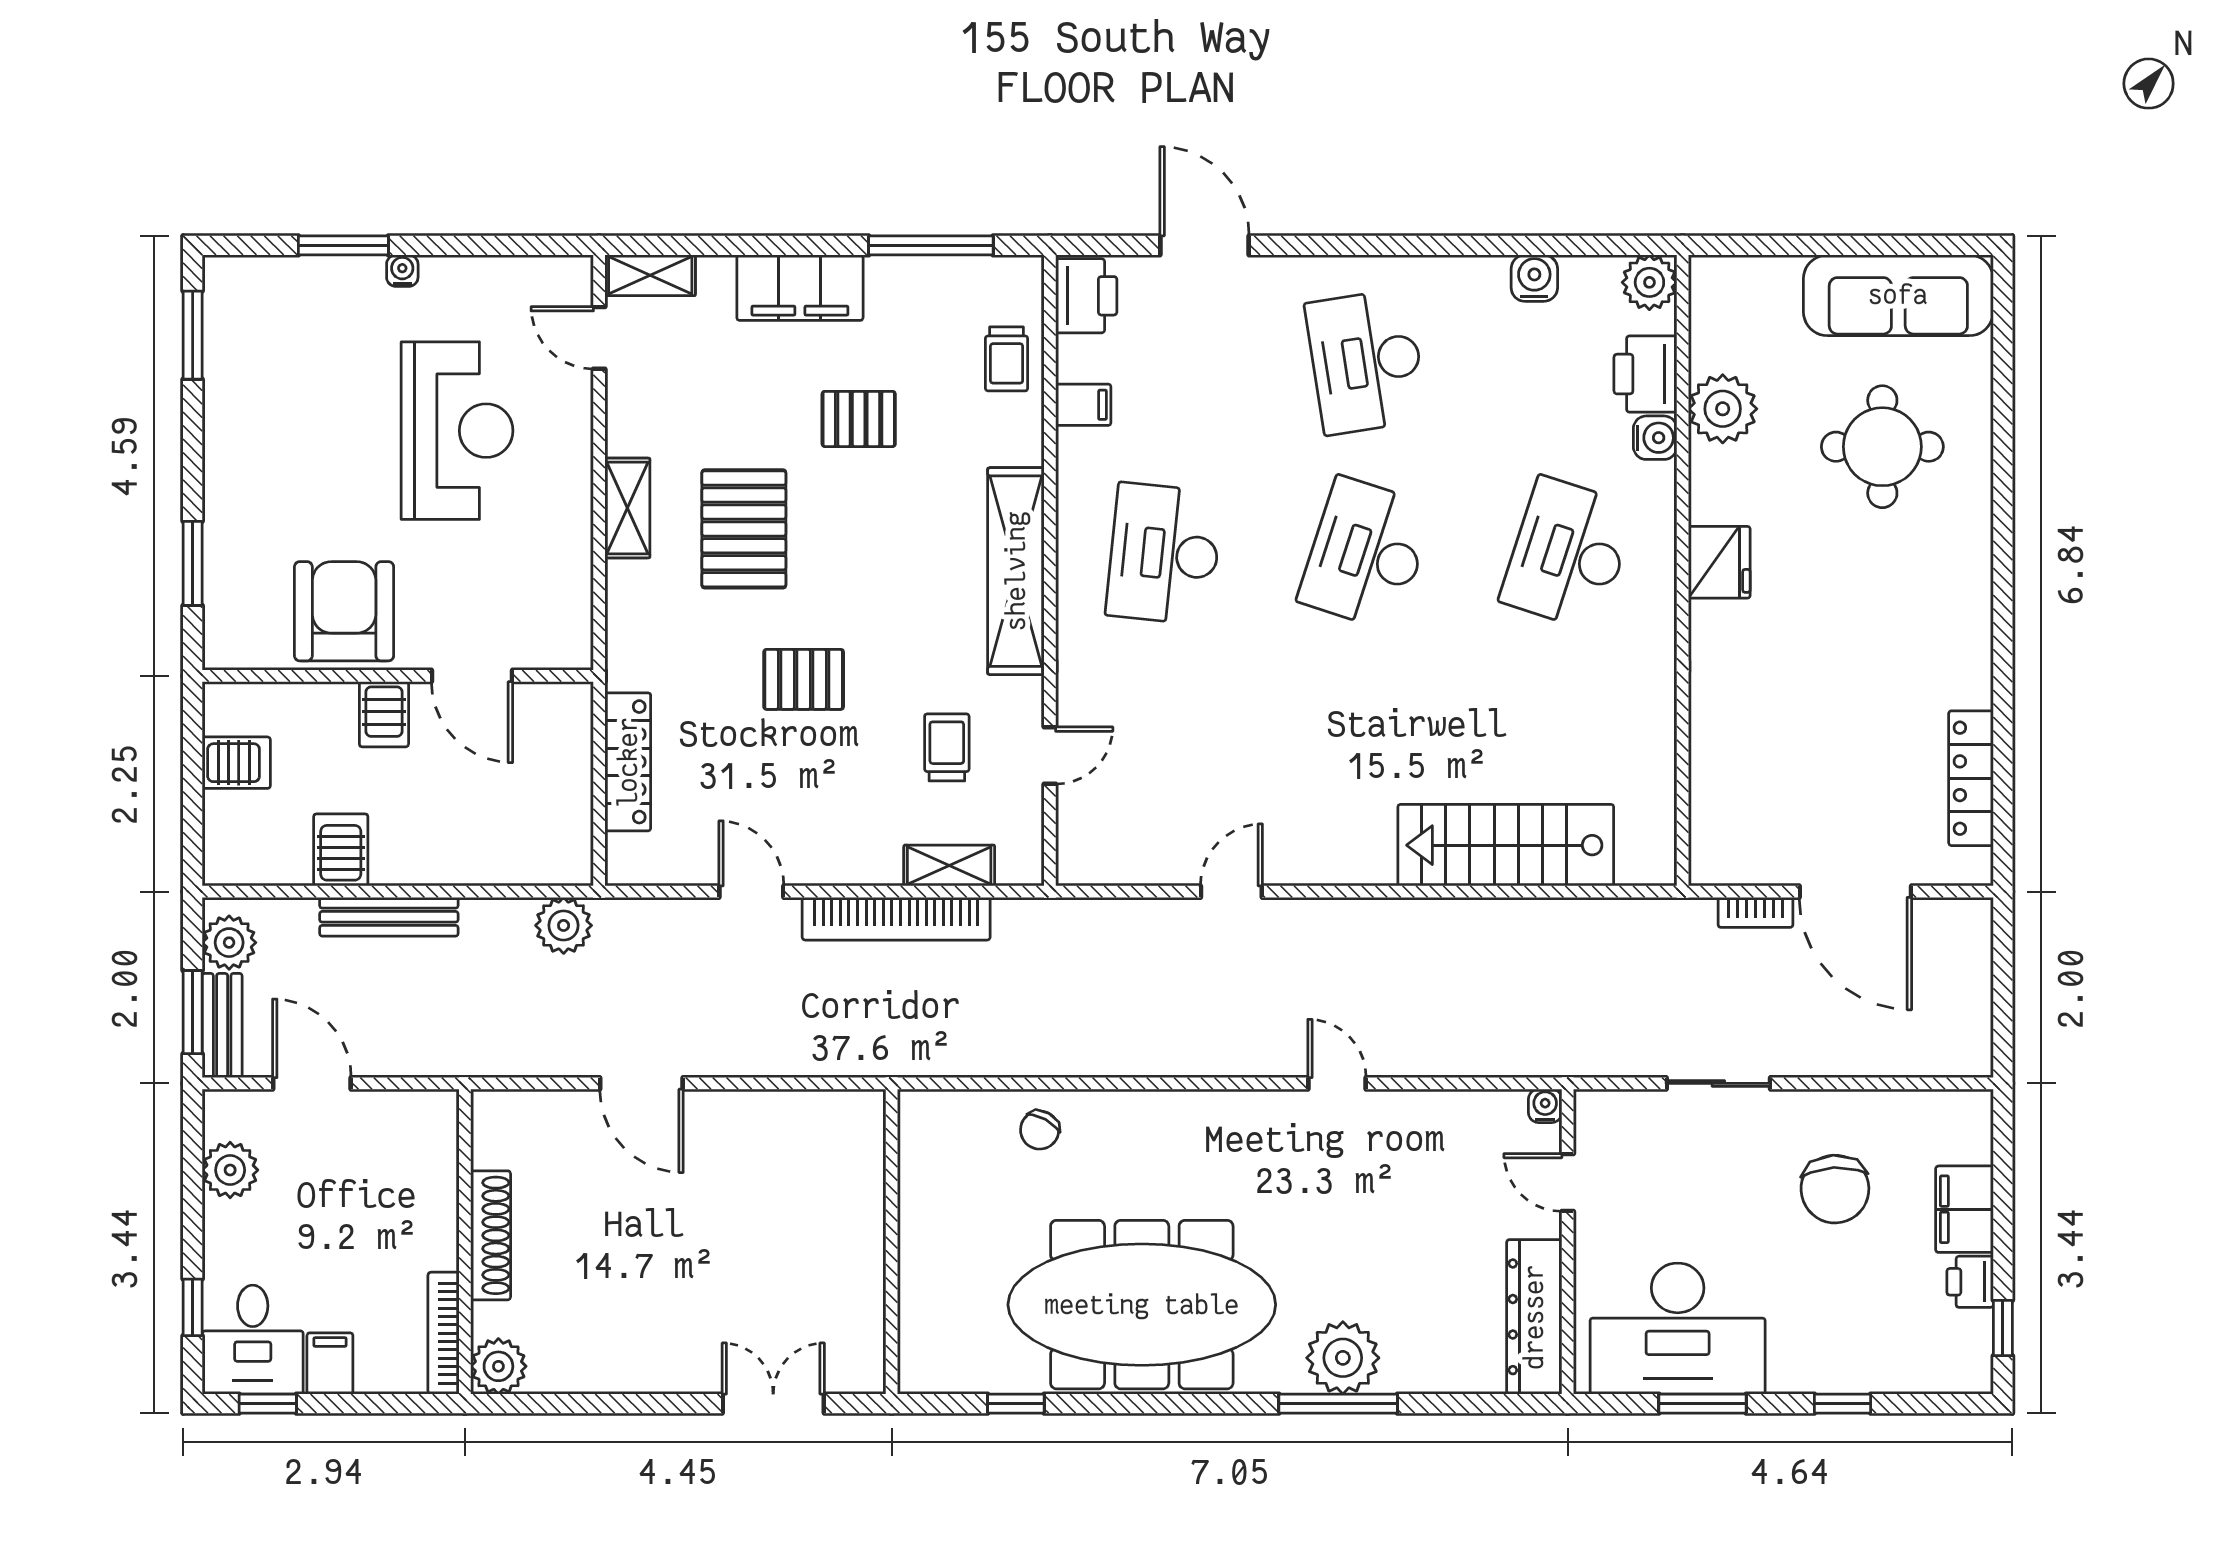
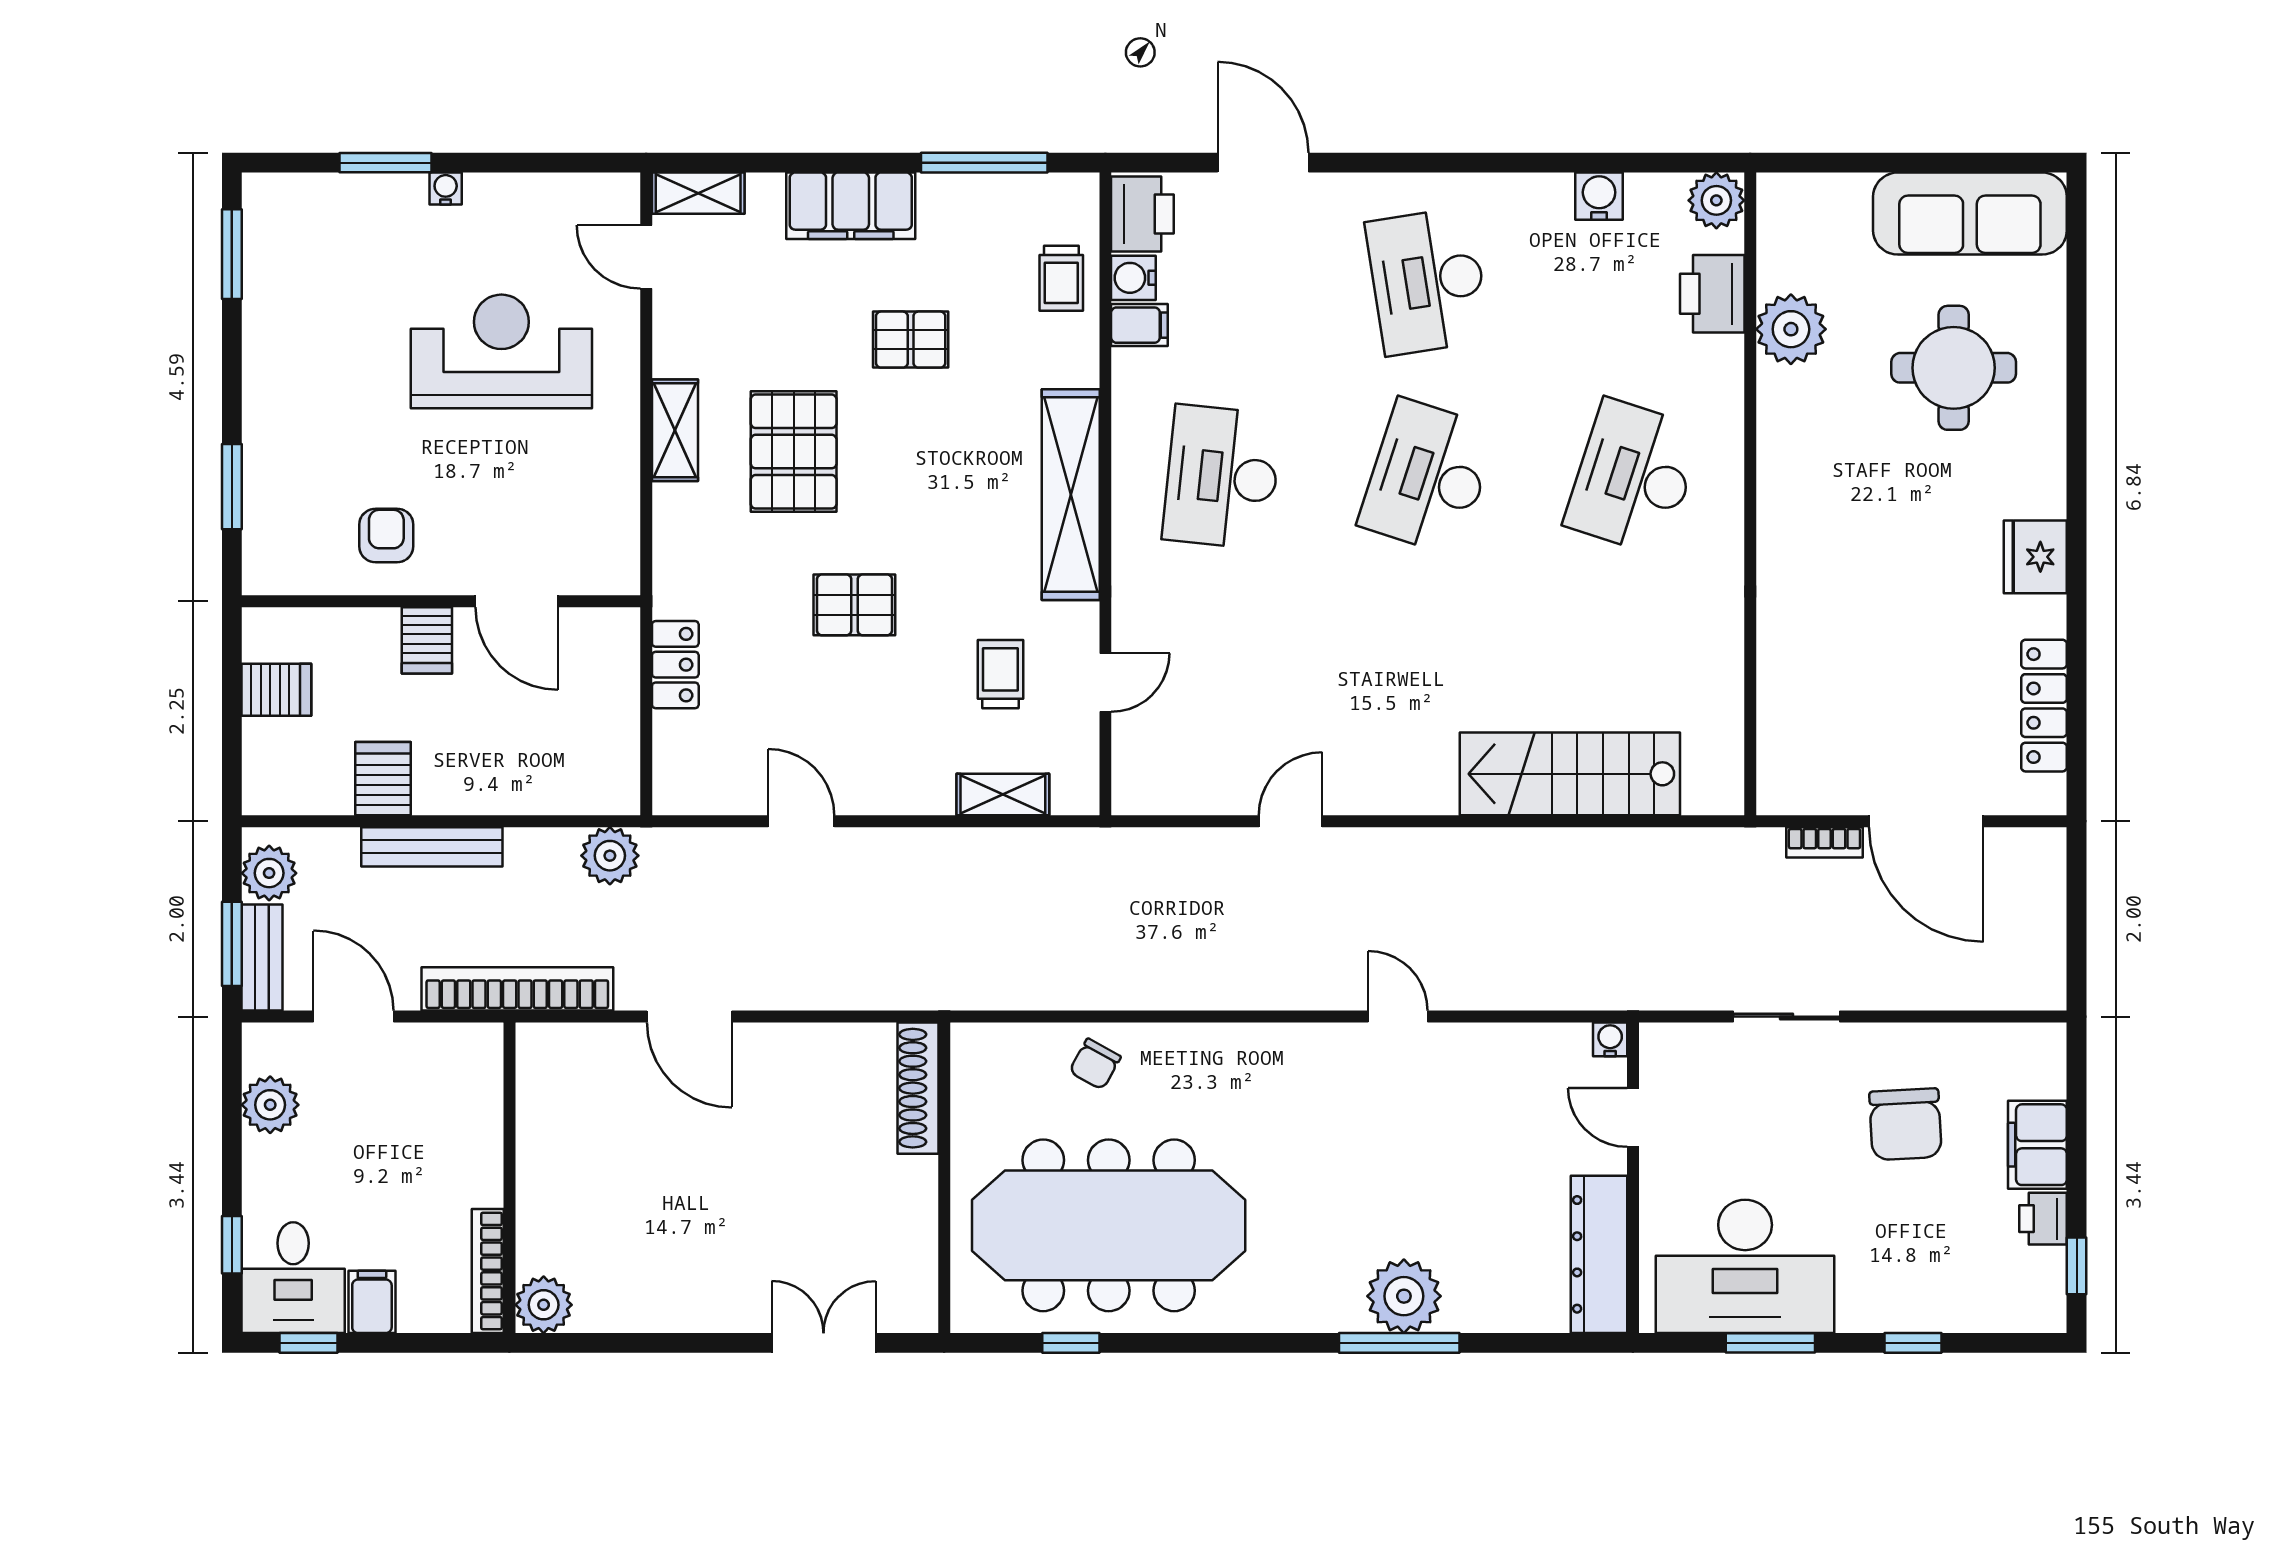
reception desk: (457, 431) -> (501, 351), turned -90
water cooler: (1655, 438) -> (1133, 278), moved, turned 180
fridge: (1719, 562) -> (2035, 557), moved, turned 180
armchair: (344, 611) -> (386, 535), width x0.53, depth x0.53
locker: (628, 762) -> (675, 665), width x0.66
bookcase: (896, 919) -> (517, 989), moved, turned 180
shoe rack: (491, 1235) -> (918, 1088), moved, turned 180
meeting table: (1142, 1305) -> (1109, 1225), moved

